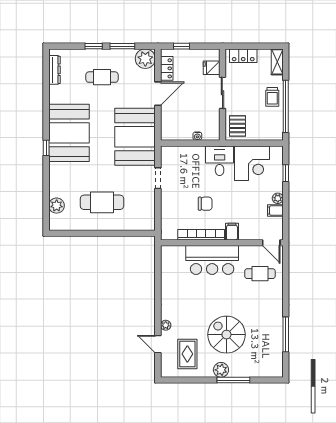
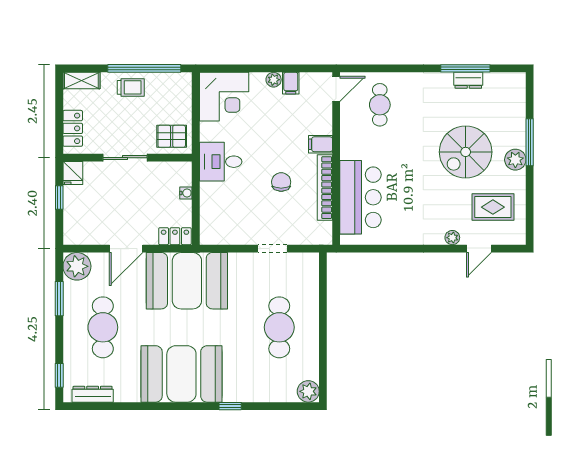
window: (94, 46) -> (59, 375), moved
window: (181, 46) -> (59, 197), moved
locker: (167, 68) -> (175, 236), moved
fridge: (212, 68) -> (73, 173), moved
cafe table: (102, 77) -> (103, 327), width x1.37, depth x1.35
door: (158, 94) -> (126, 249), swing flipped
window: (46, 148) -> (230, 406), moved
corner desk: (252, 163) -> (224, 97), moved, turned 90
window: (286, 173) -> (238, 68), removed
doorway: (158, 178) -> (273, 249), moved
plant: (57, 206) -> (308, 391), moved
bar counter: (212, 260) -> (360, 197), moved
dresser: (277, 336) -> (468, 80), added

